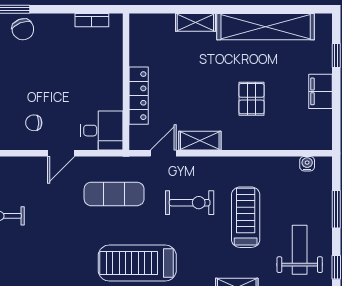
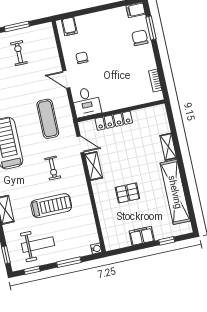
chair: (23, 29) -> (140, 38), turned 111
water cooler: (307, 164) -> (96, 249), moved
exercise bike: (190, 203) -> (53, 168), width x0.73, depth x0.72

